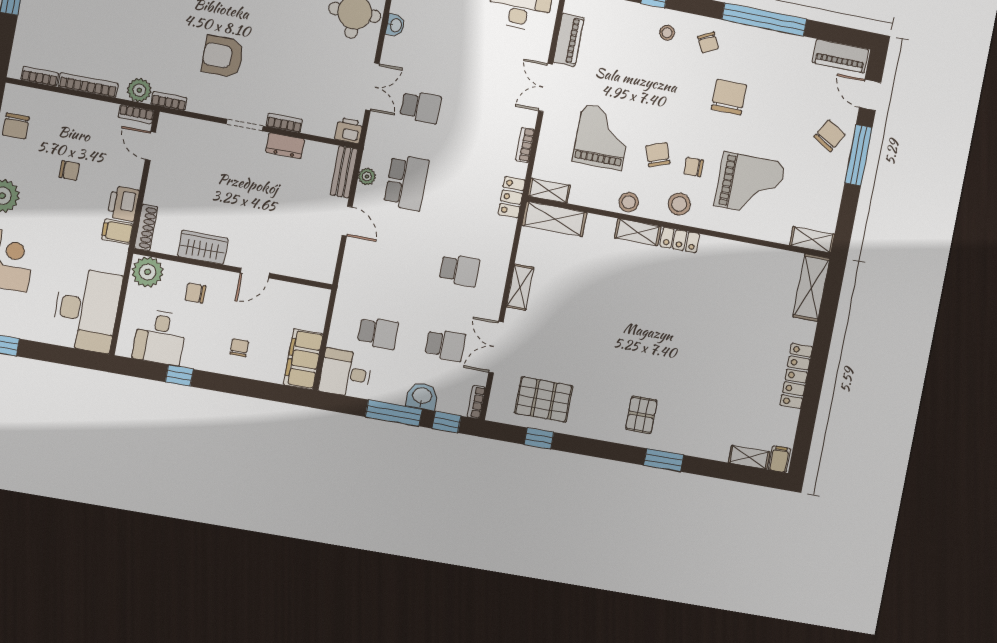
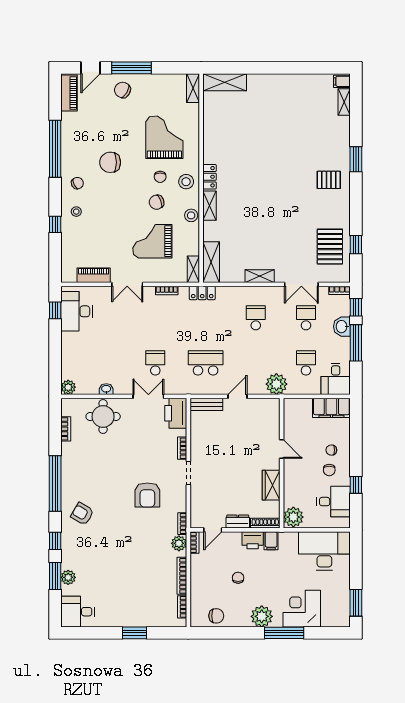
printer: (349, 131) -> (176, 413), width x1.87, depth x1.48
dresser: (285, 146) -> (238, 522), moved, turned -90
plant: (367, 177) -> (276, 384), moved, width x1.88, depth x1.88
chair: (195, 293) -> (329, 470), moved
locker: (796, 376) -> (285, 81), removed

